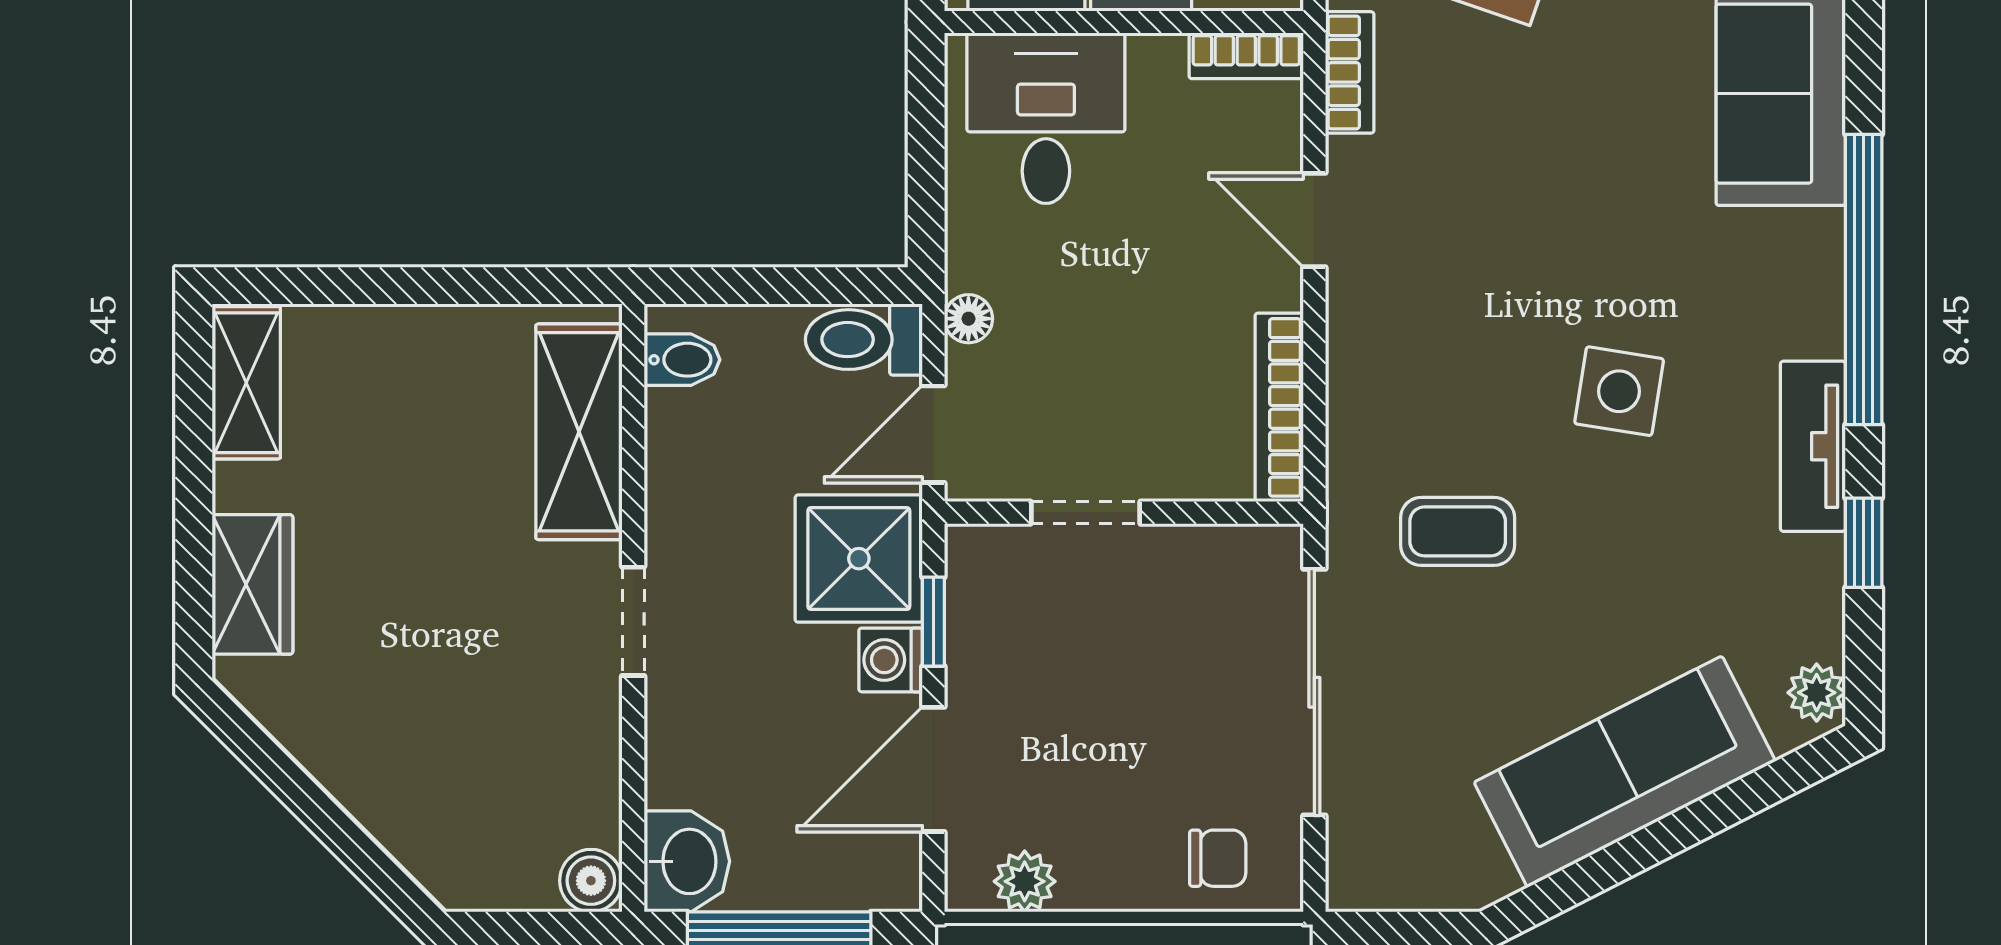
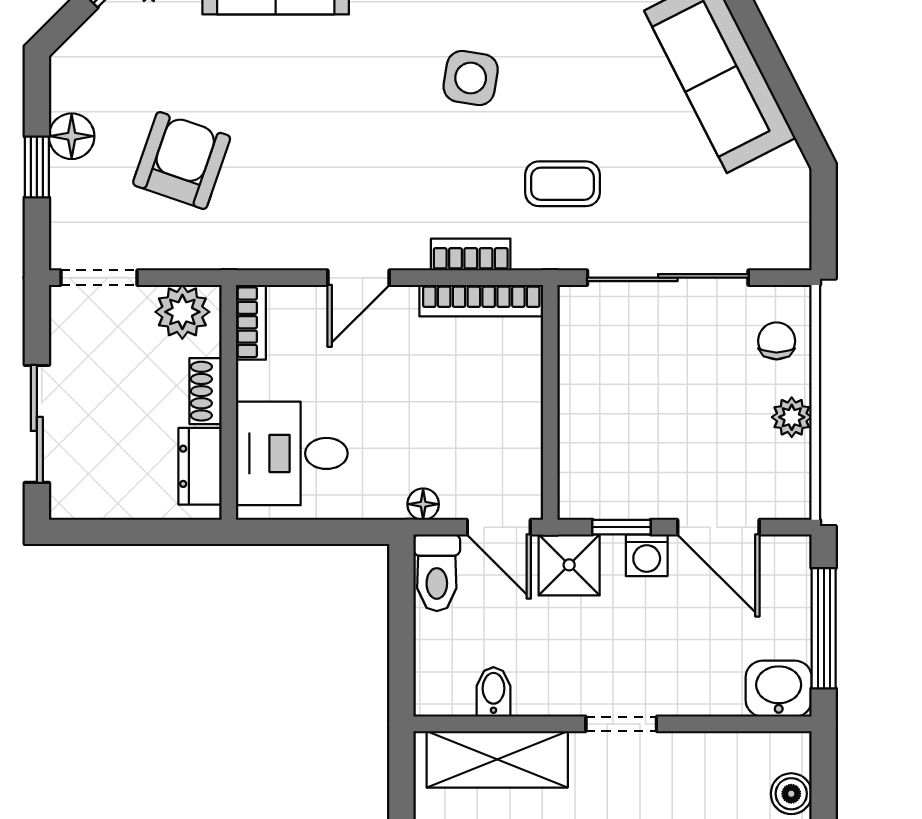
bookcase: (1350, 72) -> (471, 254), moved
bidet: (682, 360) -> (493, 692), moved
doorway: (1085, 513) -> (550, 428), removed
coffee table: (1458, 531) -> (562, 184), turned 90
shower: (859, 559) -> (569, 565), width x0.73, depth x0.73
boiler: (591, 881) -> (791, 794), moved
plant: (1025, 881) -> (792, 417), moved

